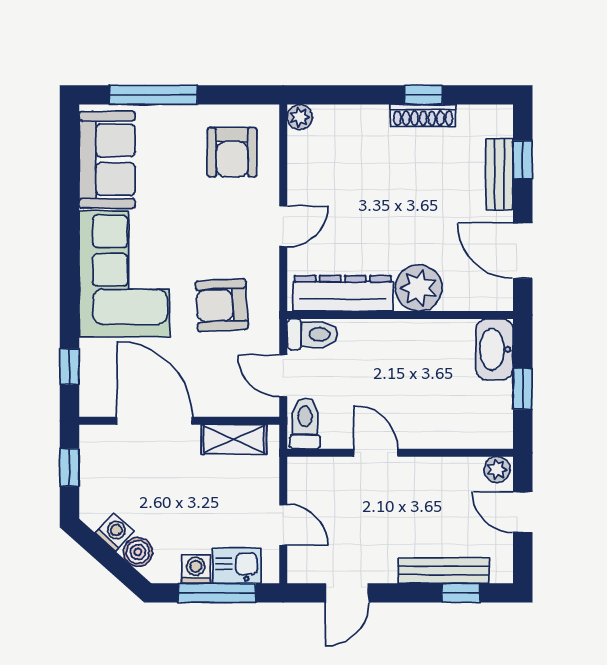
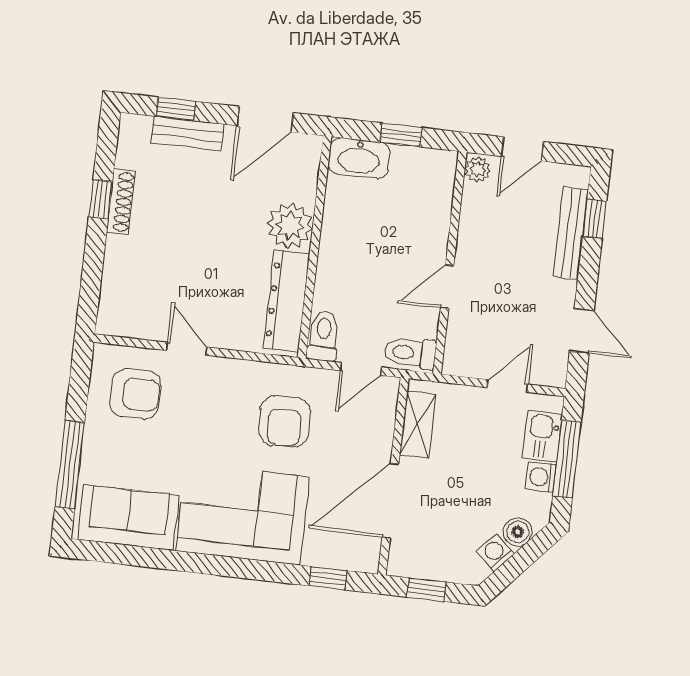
plant: (300, 117) -> (108, 323), removed
door: (283, 226) -> (187, 349), moved

